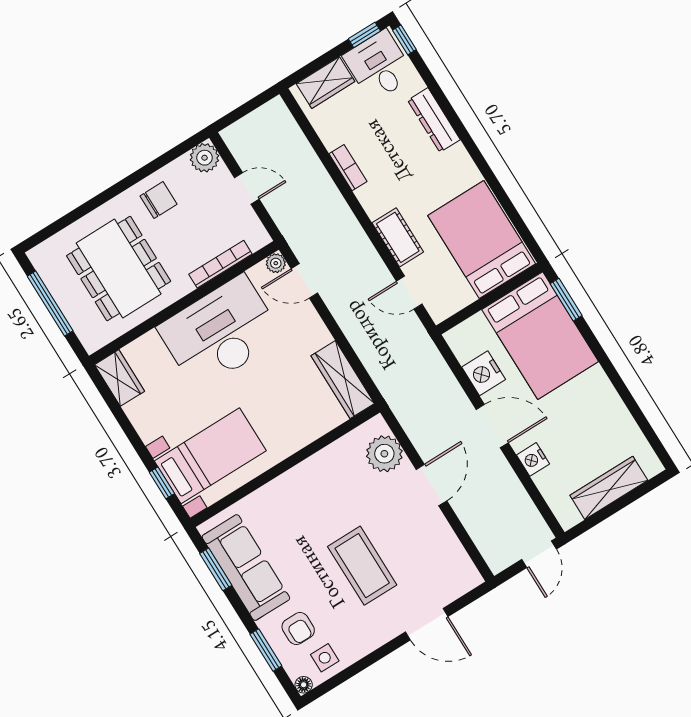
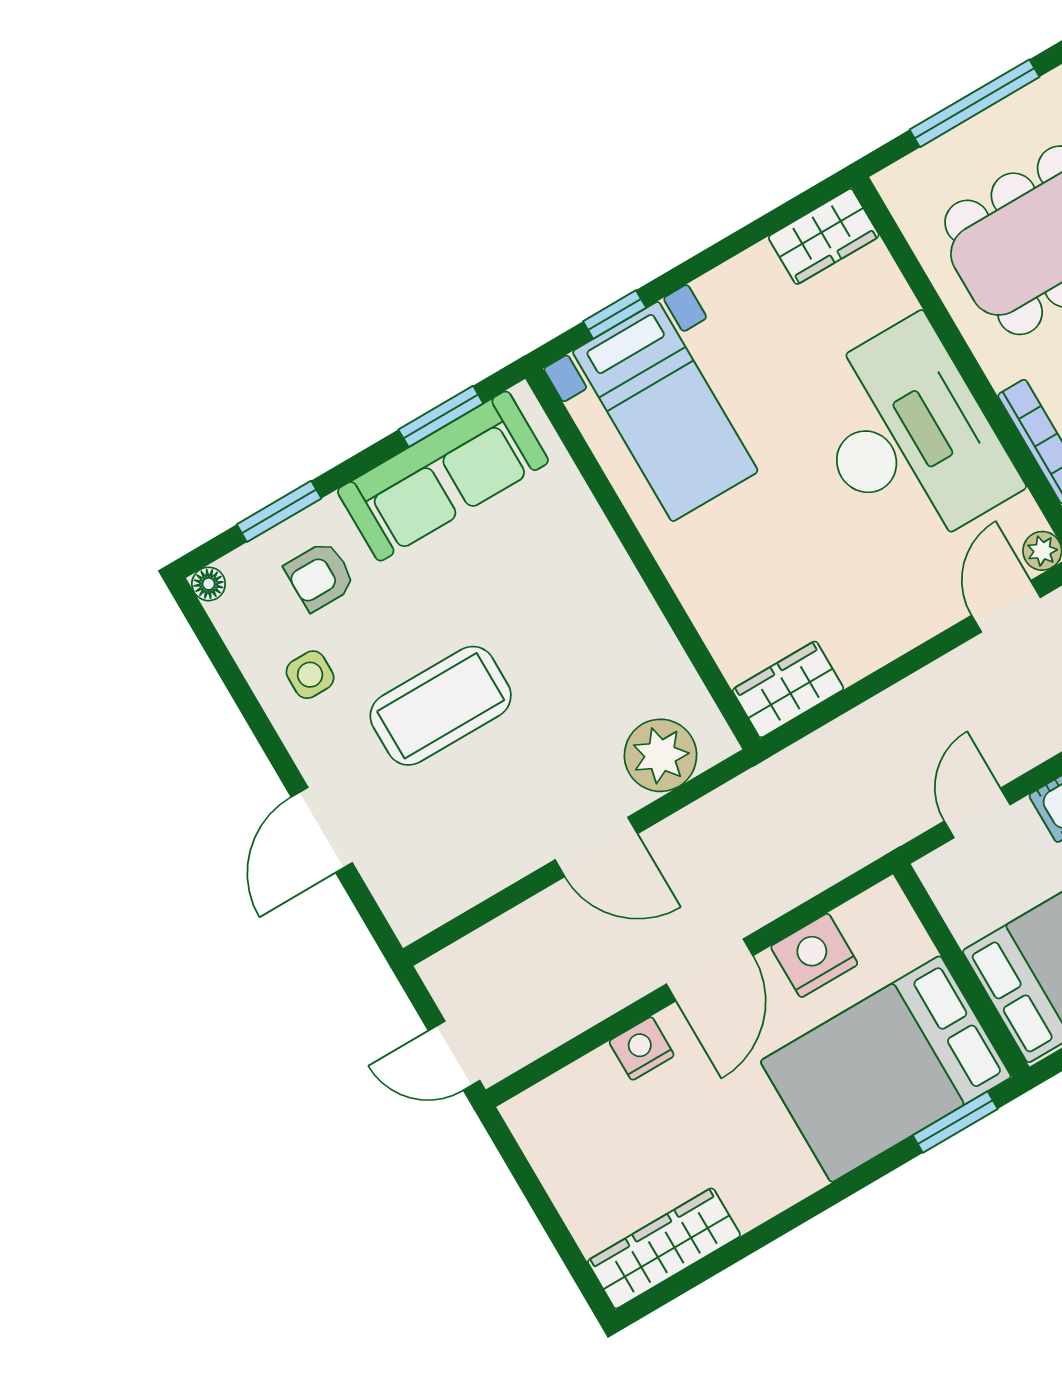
wardrobe: (343, 380) -> (788, 689), width x0.67
wardrobe: (609, 488) -> (664, 1248), moved, turned -90
side table: (325, 658) -> (310, 675), moved

